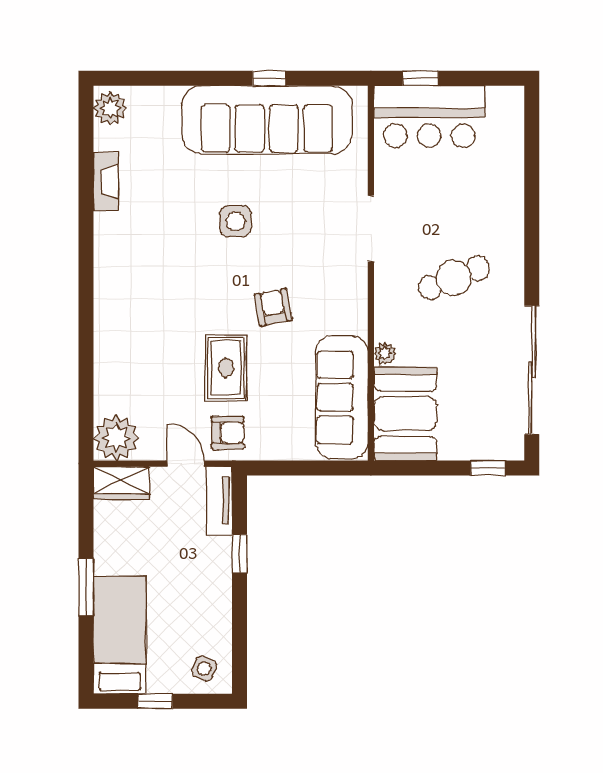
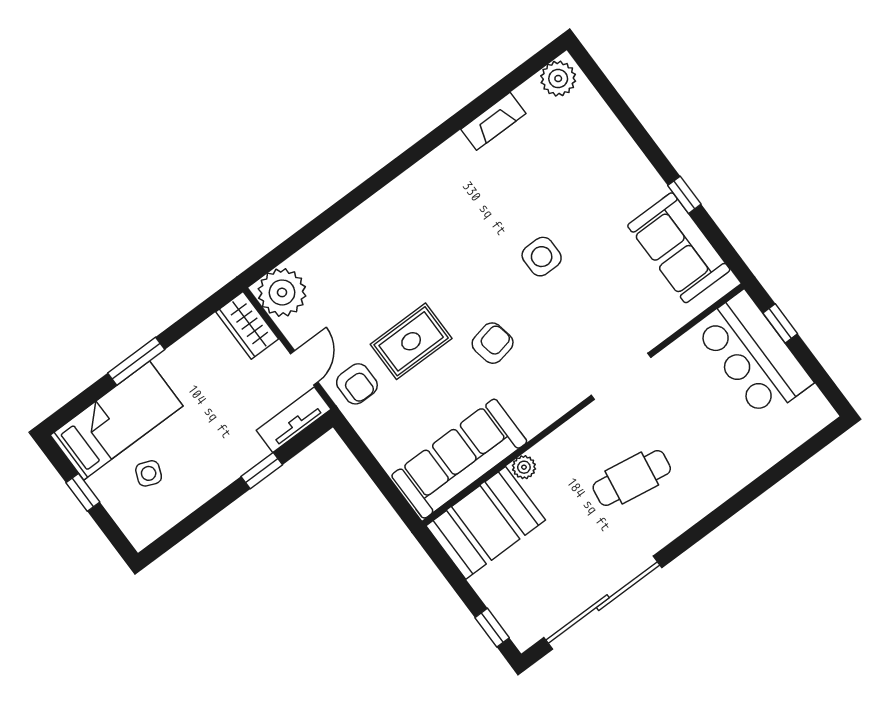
sofa: (267, 120) -> (679, 248), width x0.54, depth x0.79
cafe table: (454, 278) -> (632, 478), turned -59
side table: (204, 669) -> (149, 473), moved

